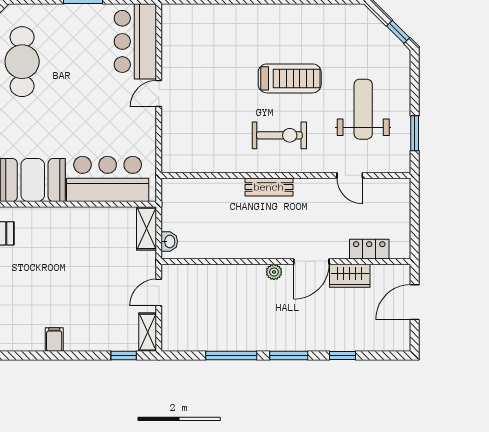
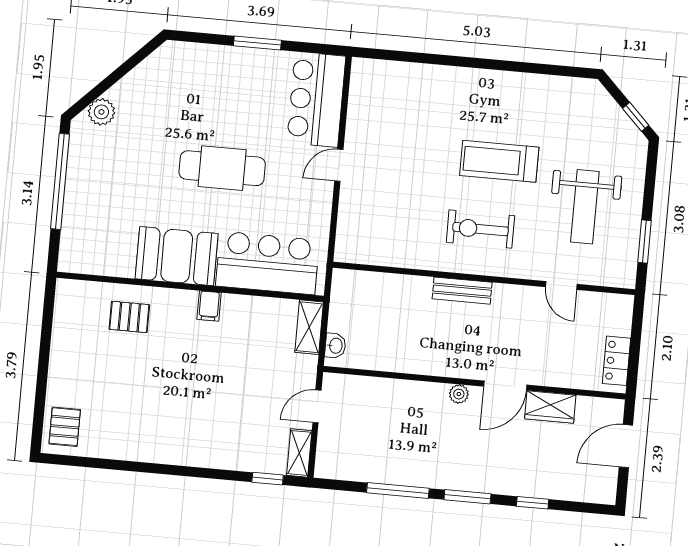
cafe table: (22, 62) -> (222, 168), moved, turned 90
treadmill: (290, 78) -> (499, 161), turned 180
weight bench: (363, 109) -> (585, 207), turned 180
exercise bike: (279, 135) -> (480, 229), turned 180
locker: (369, 249) -> (617, 361), moved, turned -90
filing cabinet: (54, 339) -> (209, 306), moved, turned 180

